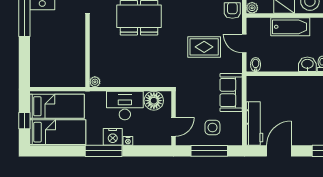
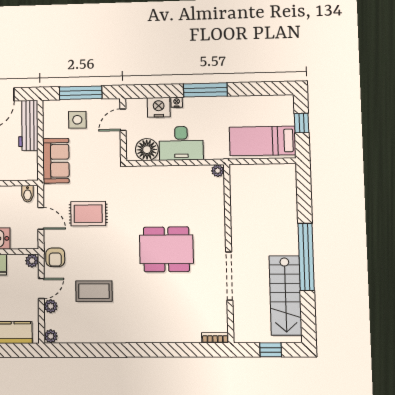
bed: (58, 132) -> (261, 111), removed
nightstand: (113, 137) -> (159, 107), moved

